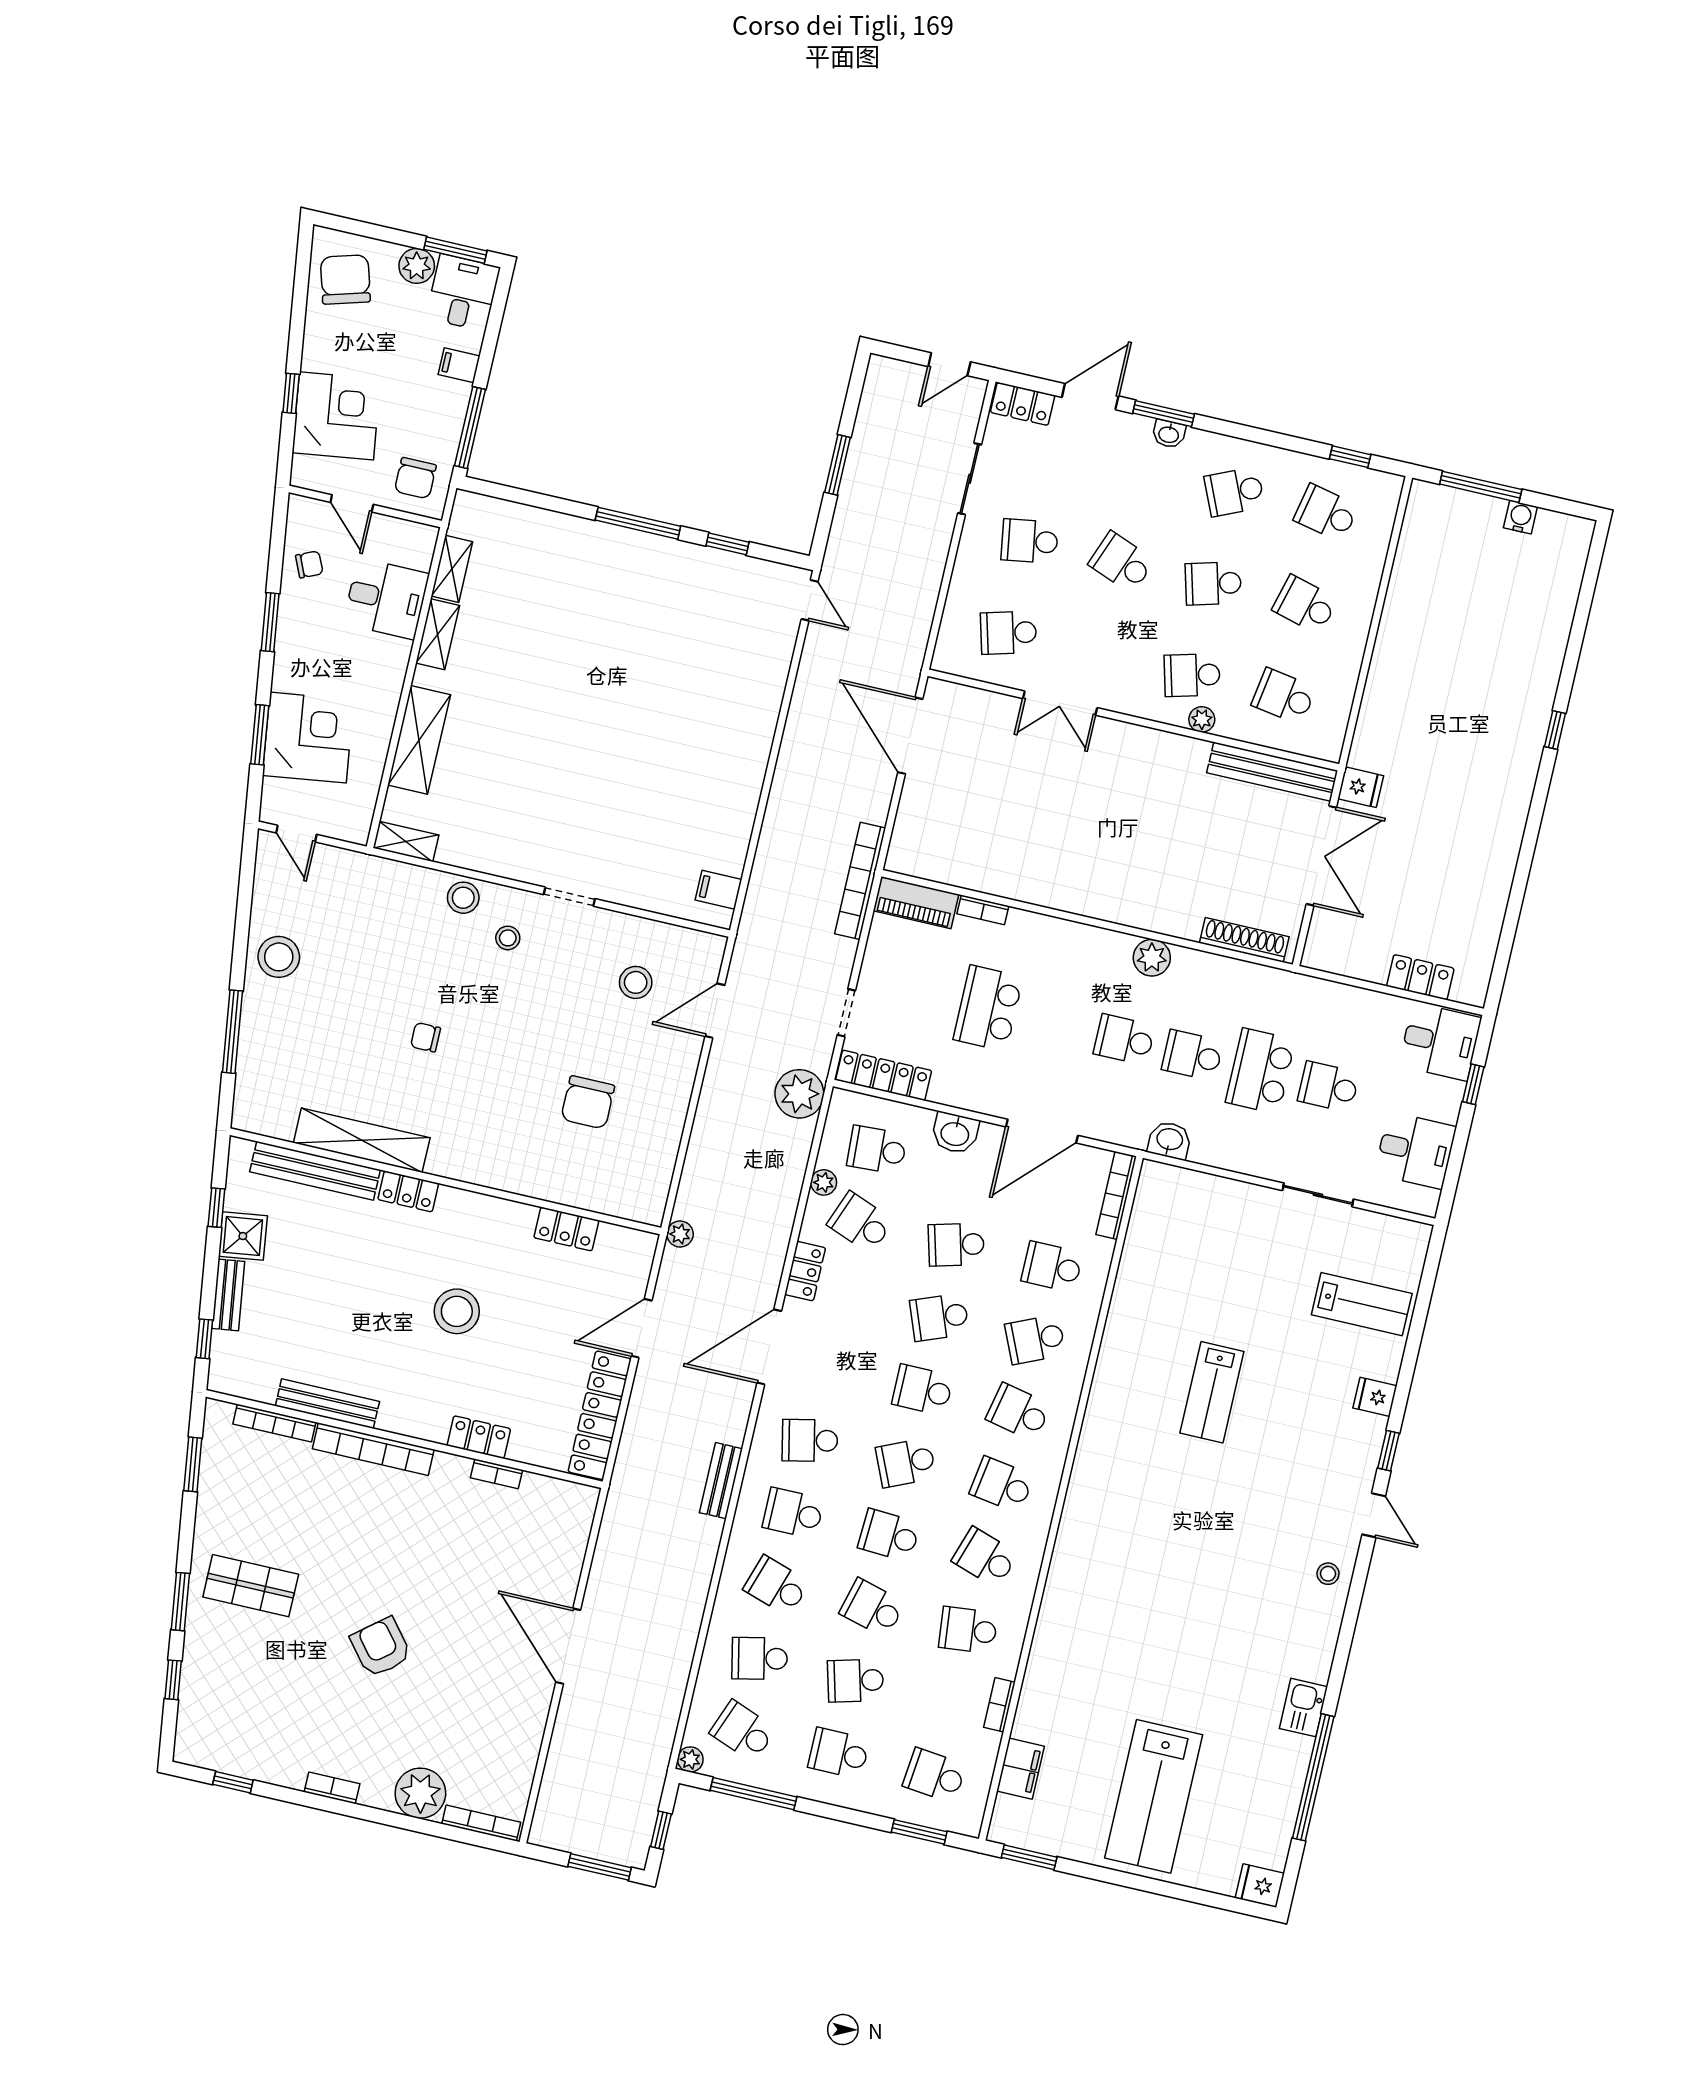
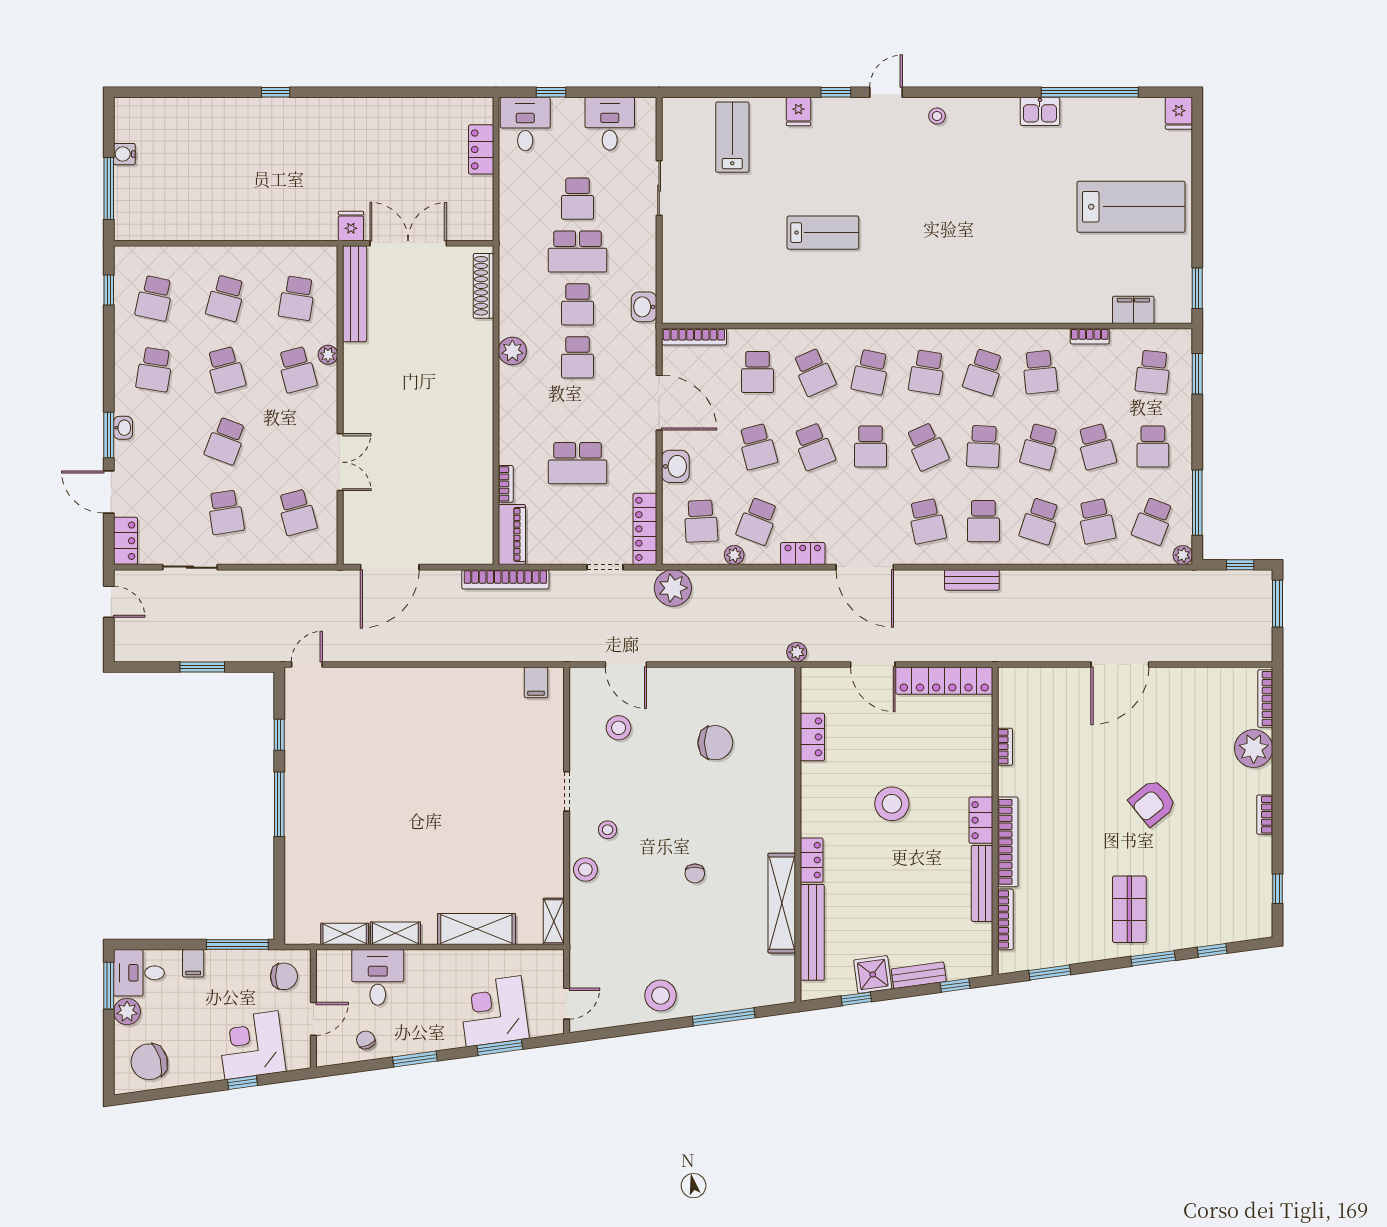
school desk: (1234, 492) -> (154, 369), turned 33
locker: (479, 1437) -> (981, 820), moved

